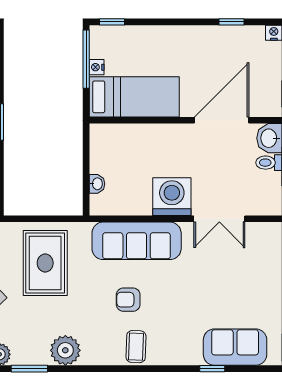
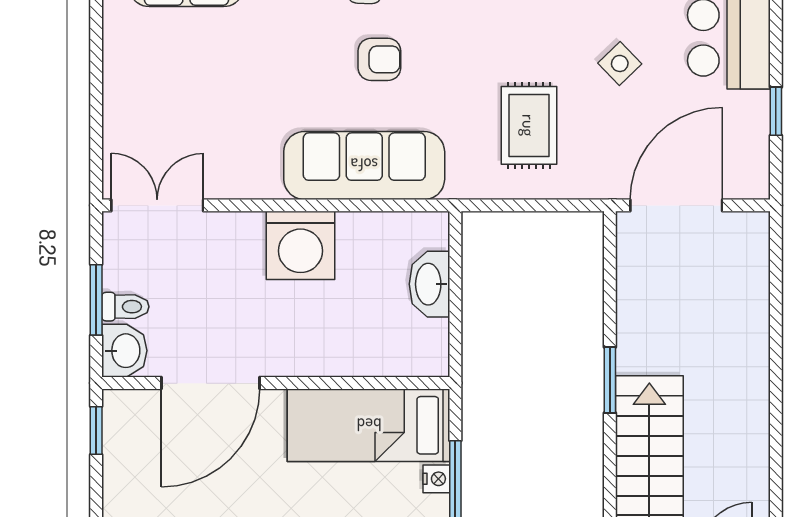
washbasin: (97, 184) -> (429, 284), width x1.91, depth x1.45
double door: (219, 219) -> (157, 205), moved
rug: (45, 263) -> (529, 125), width x0.73, depth x0.70

